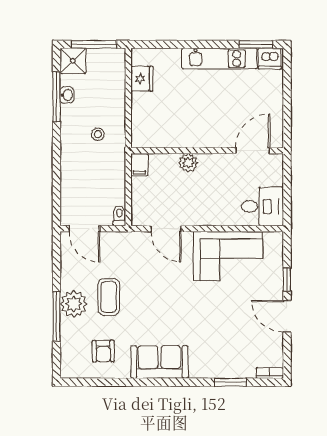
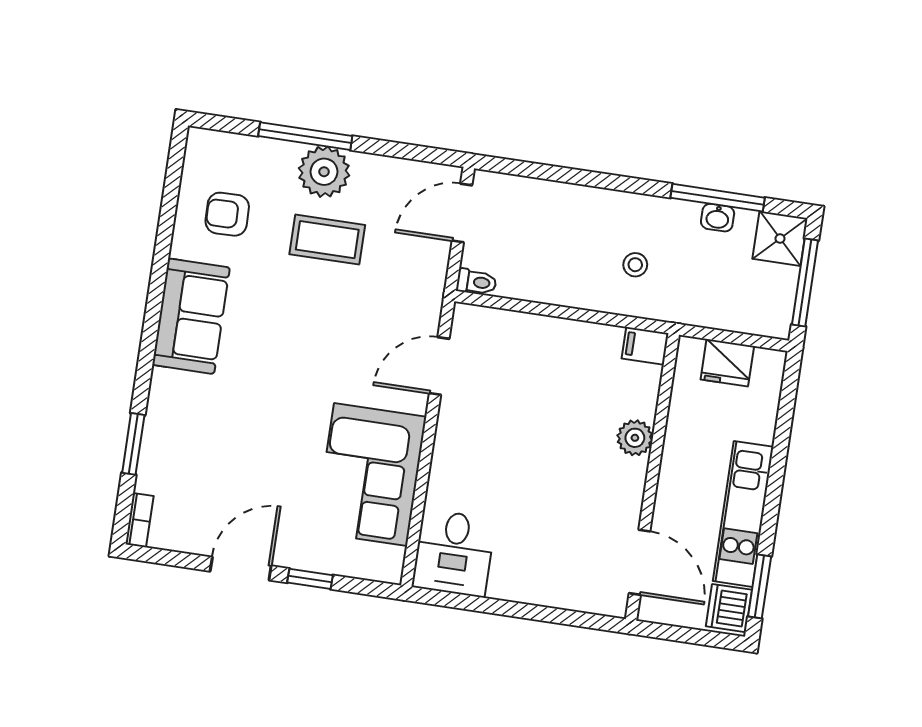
wall: (207, 151) -> (652, 477), moved
door: (253, 151) -> (640, 562), moved
plant: (188, 163) -> (635, 438), moved
filing cabinet: (139, 165) -> (645, 346), moved

